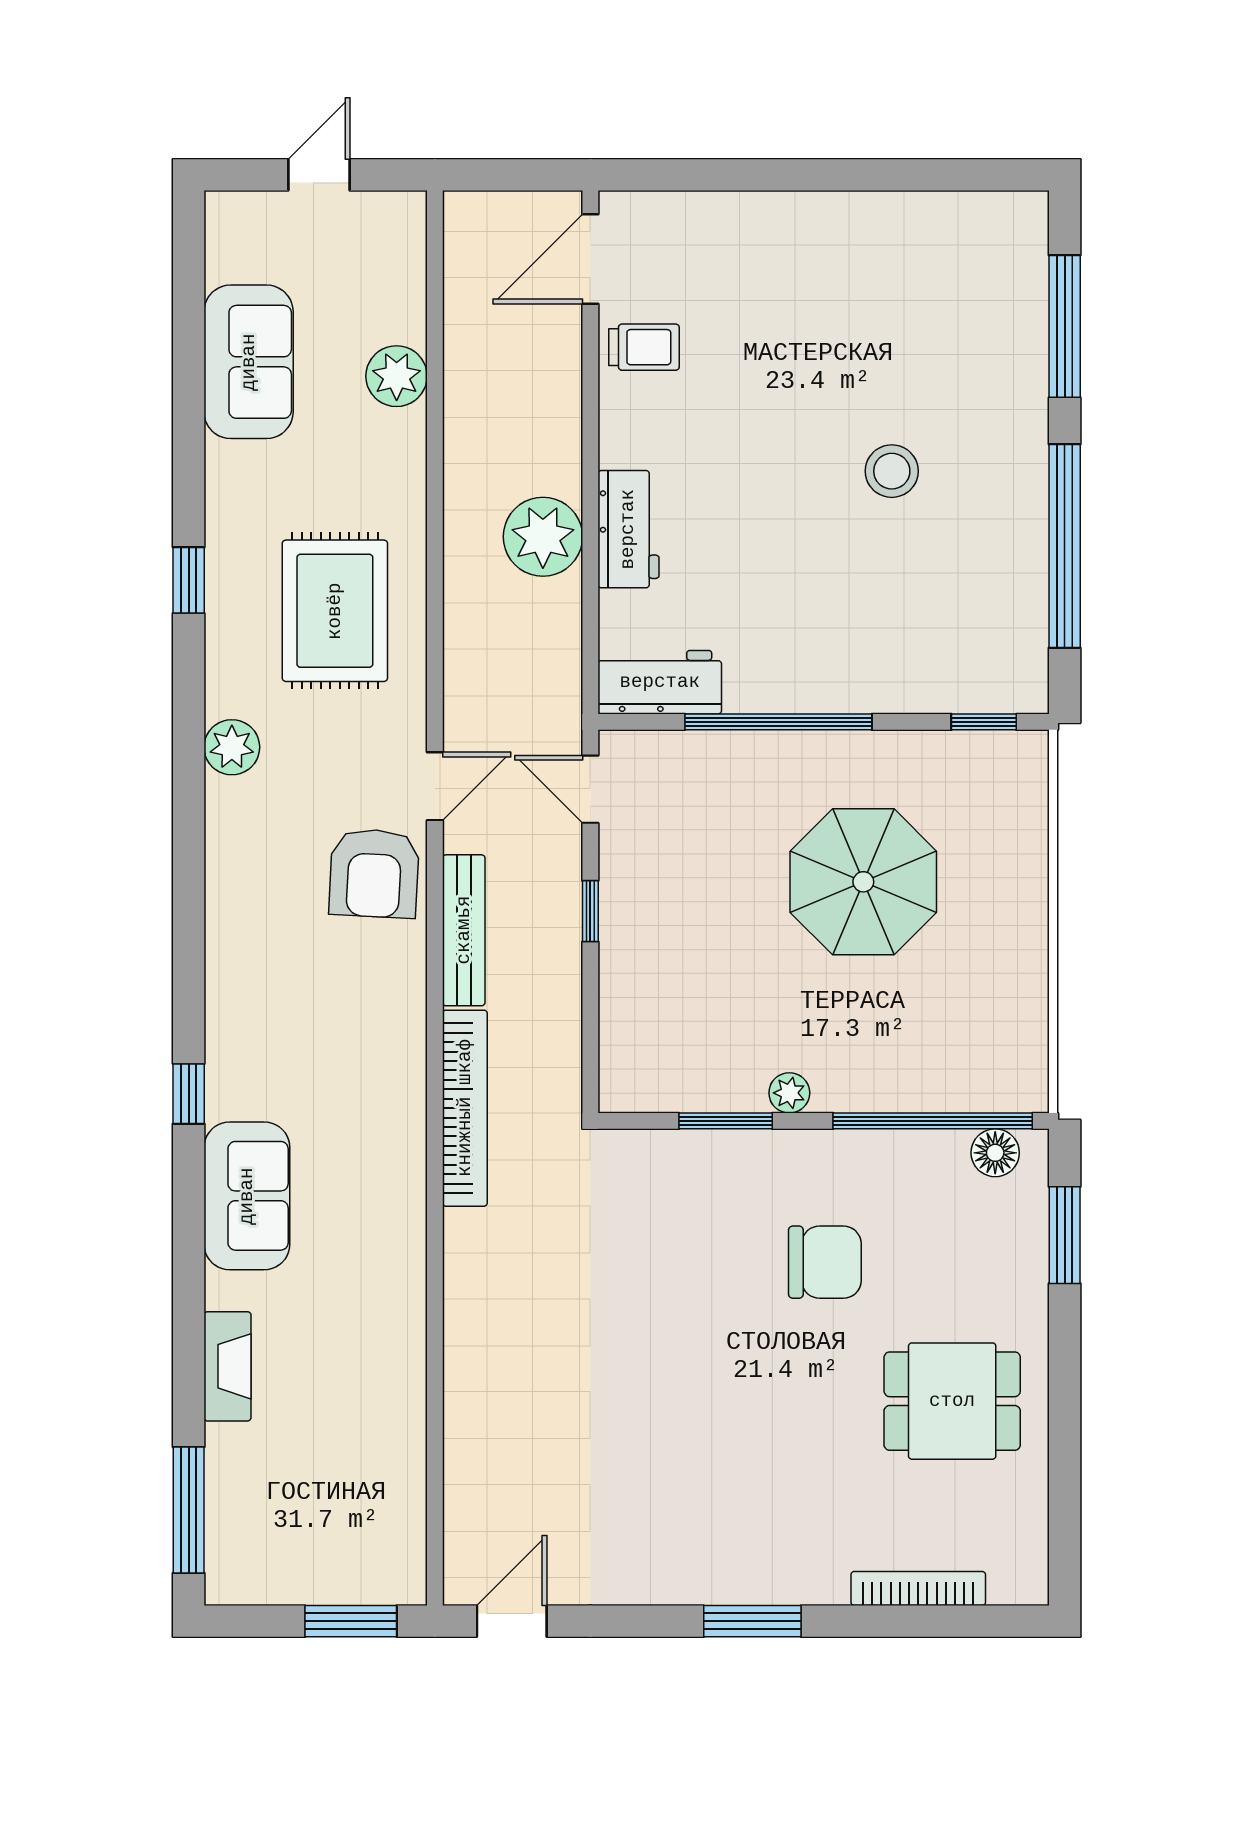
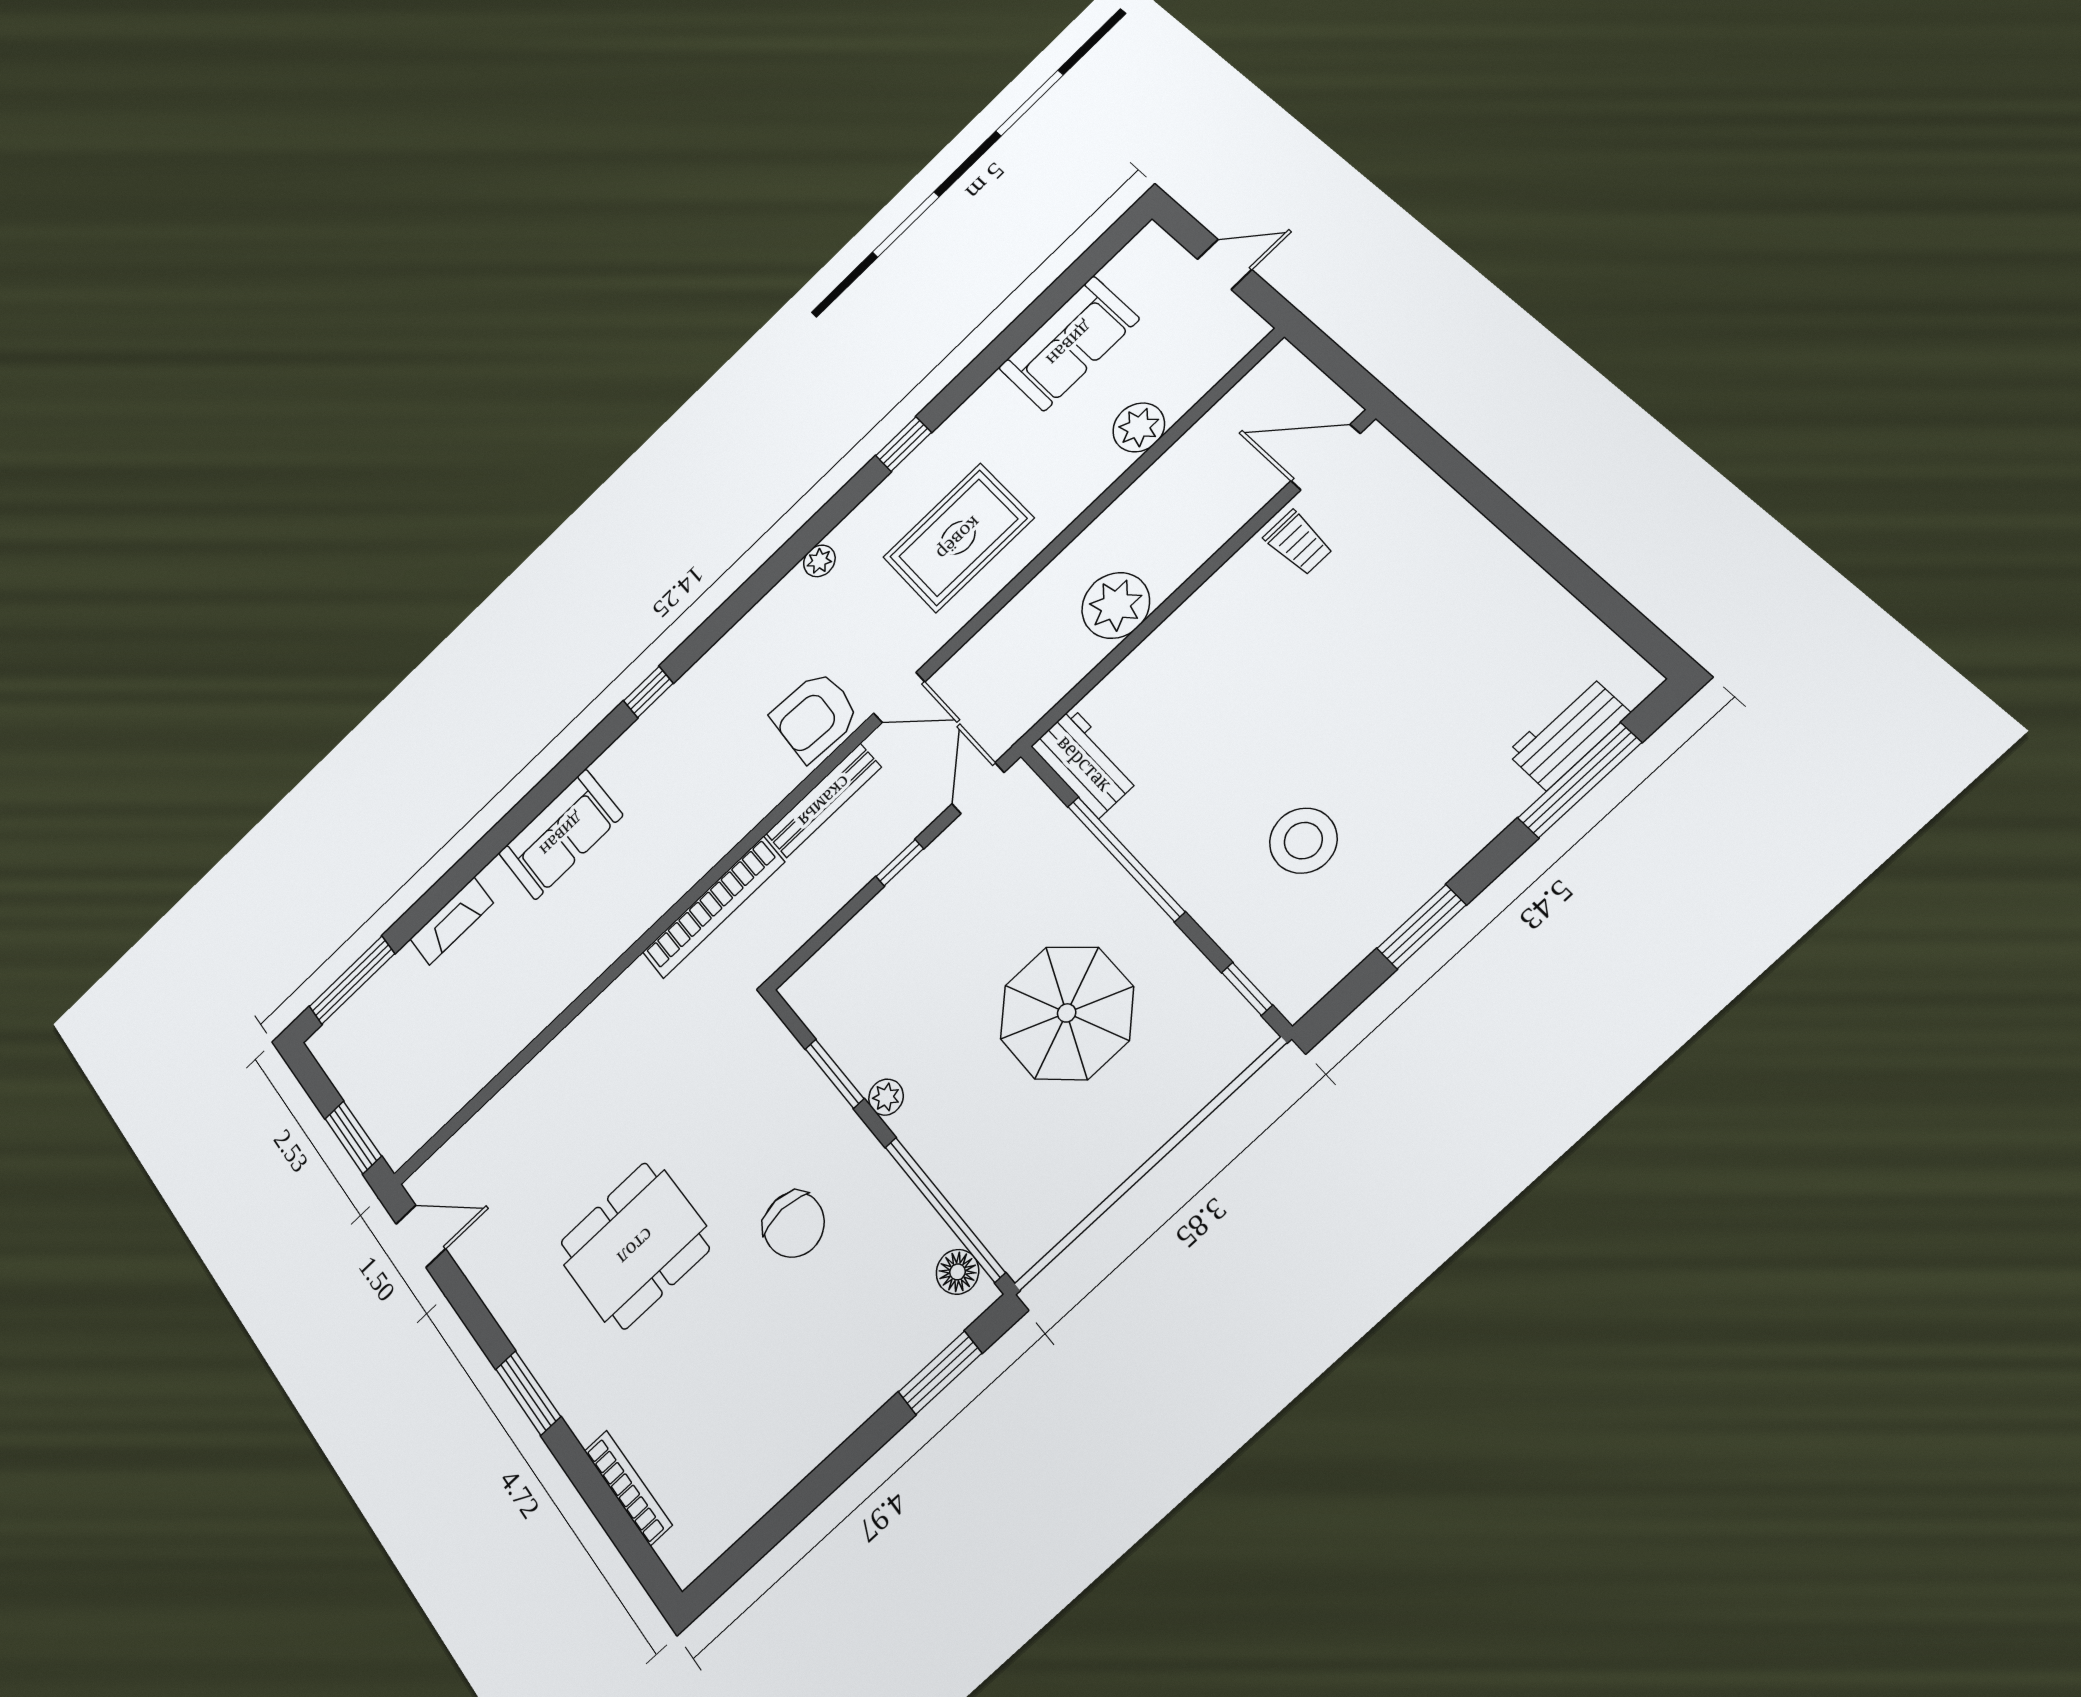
stool: (892, 471) -> (1303, 841), moved, width x1.38, depth x1.38
workbench: (628, 529) -> (1568, 733), moved, turned 180
window: (1065, 546) -> (1422, 927), width x0.47
plant: (232, 747) -> (819, 561), width x0.73, depth x0.73
window: (189, 1094) -> (648, 692), moved
dining table: (952, 1401) -> (635, 1246), moved, width x1.37

